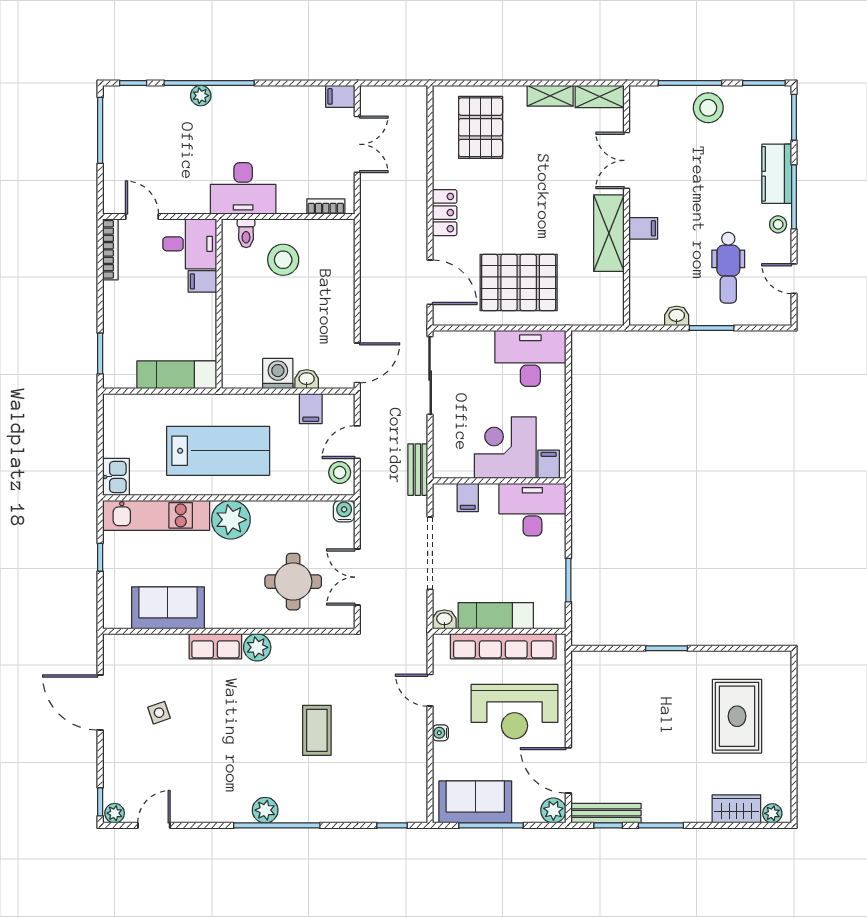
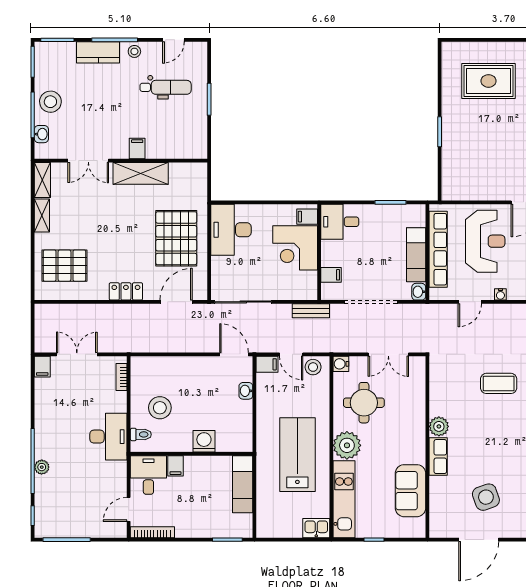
washbasin: (677, 316) -> (41, 134), moved, turned 180
washing machine: (278, 374) -> (204, 441), moved, turned 90
filing cabinet: (311, 409) -> (267, 364), moved
desk: (532, 510) -> (340, 222), width x0.73
round table: (293, 582) -> (364, 403), moved
side table: (159, 713) -> (486, 497), width x1.87, depth x1.87

